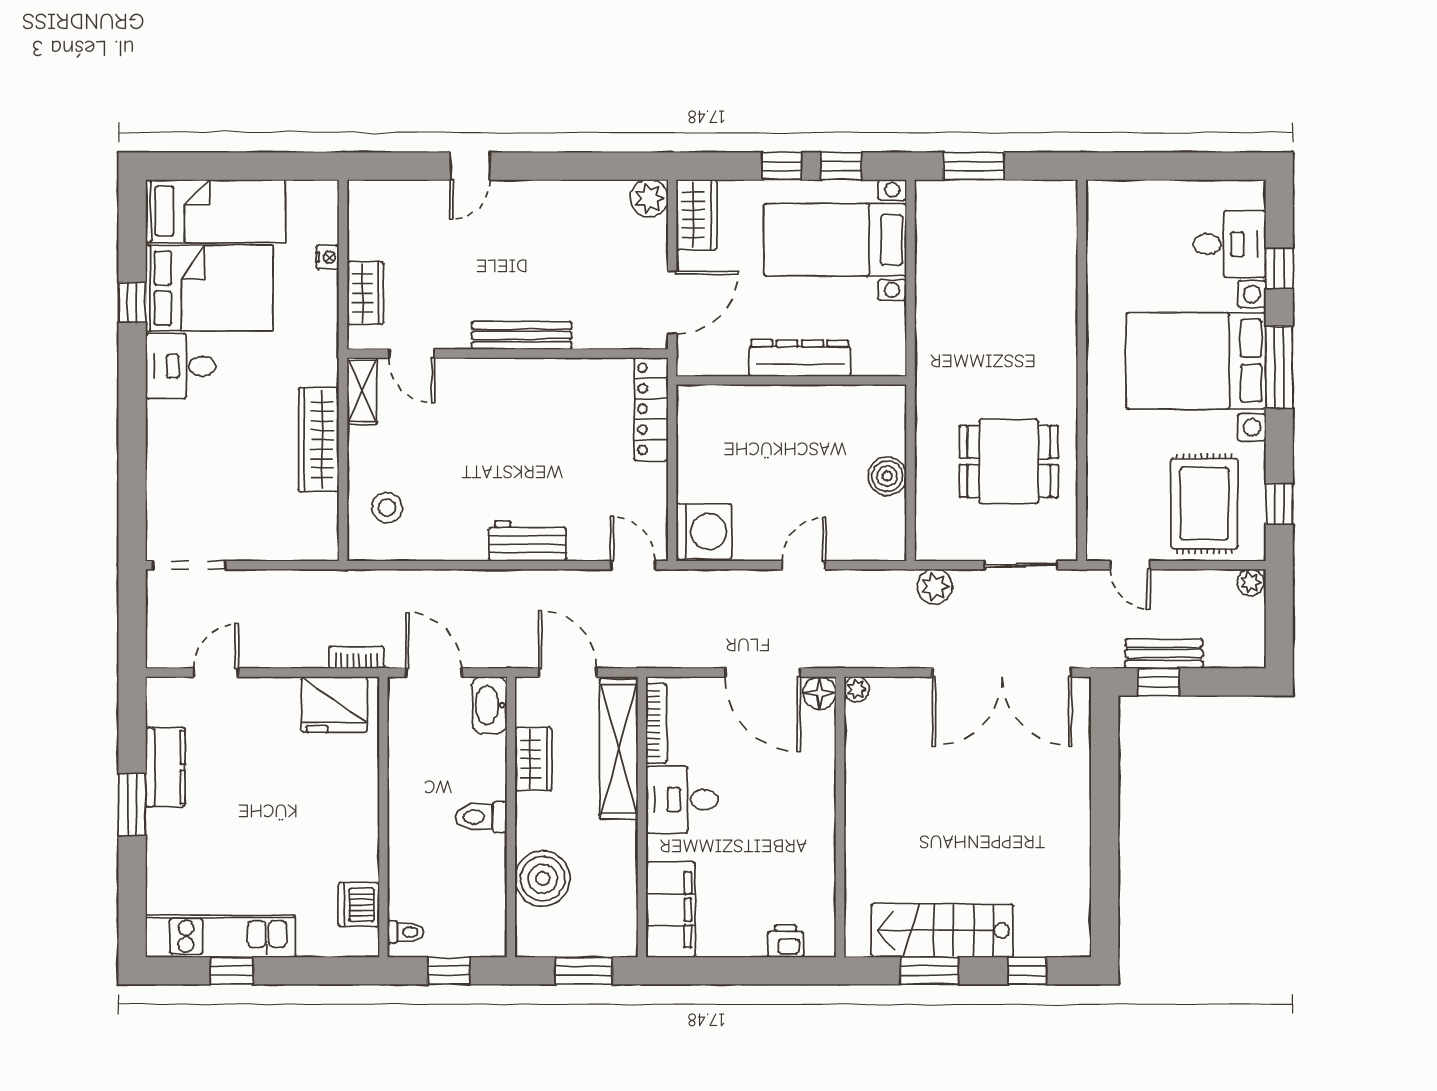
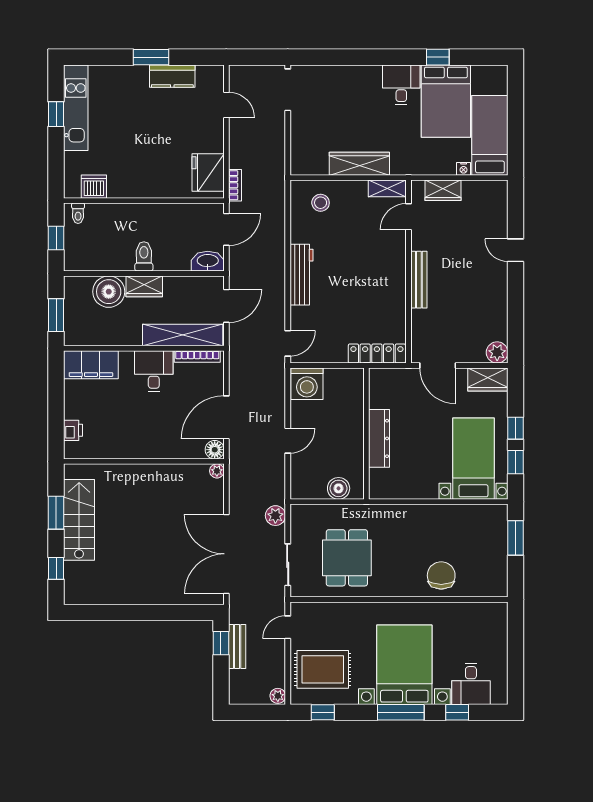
bed: (215, 211) -> (490, 135), moved, turned 180
chair: (1040, 296) -> (441, 575), added
dresser: (800, 358) -> (379, 438), moved
wall: (791, 380) -> (366, 434), moved
workbench: (527, 541) -> (301, 275), width x1.38
door: (804, 565) -> (288, 441), hinge flipped
wardrobe: (533, 759) -> (144, 286), moved

